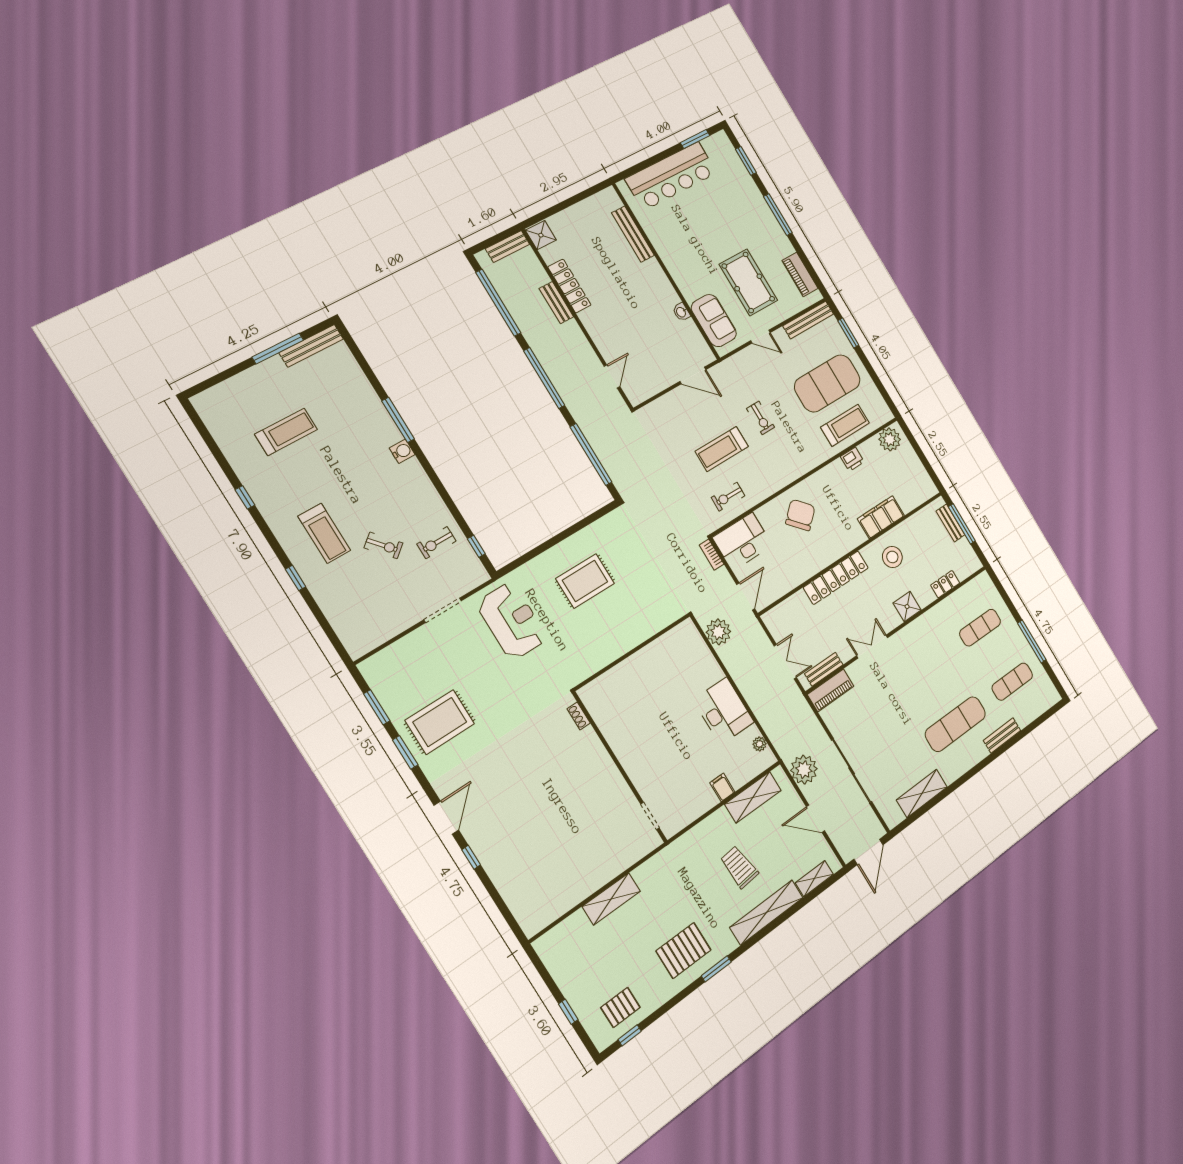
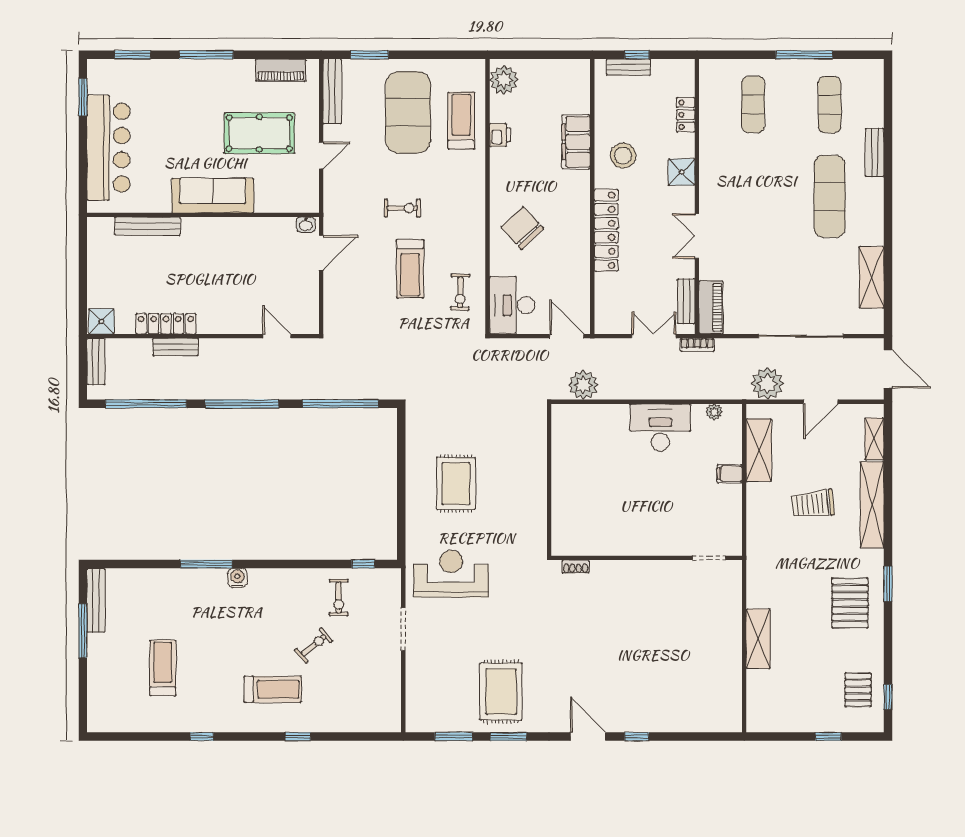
washbasin: (681, 312) -> (306, 225), moved
sofa: (714, 321) -> (213, 195), moved, width x1.36
window: (962, 524) -> (637, 55), width x0.46
bookcase: (712, 555) -> (697, 345), moved

